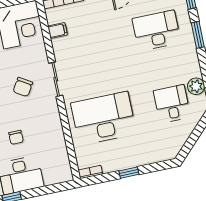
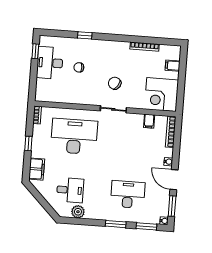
desk: (156, 31) -> (128, 194), turned -90
desk: (104, 118) -> (74, 136), turned -90
filing cabinet: (158, 153) -> (37, 169), added

